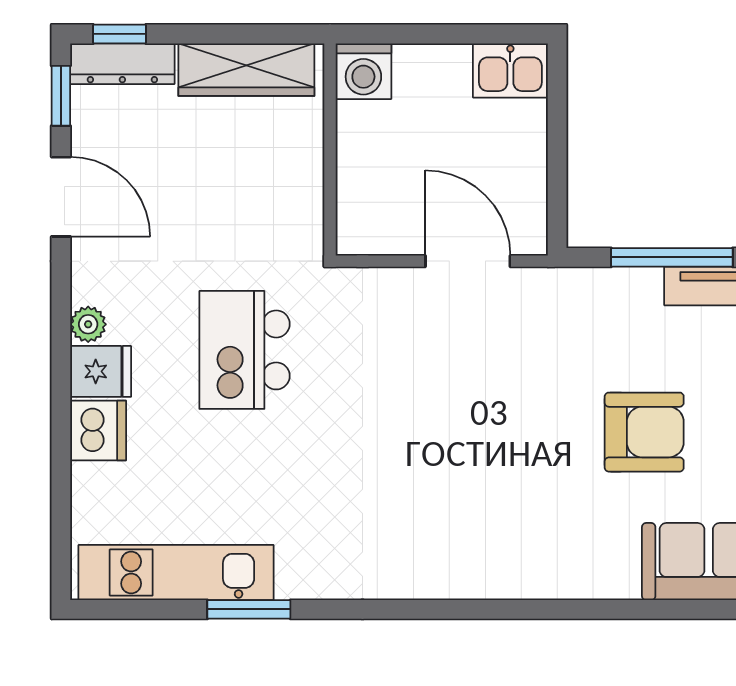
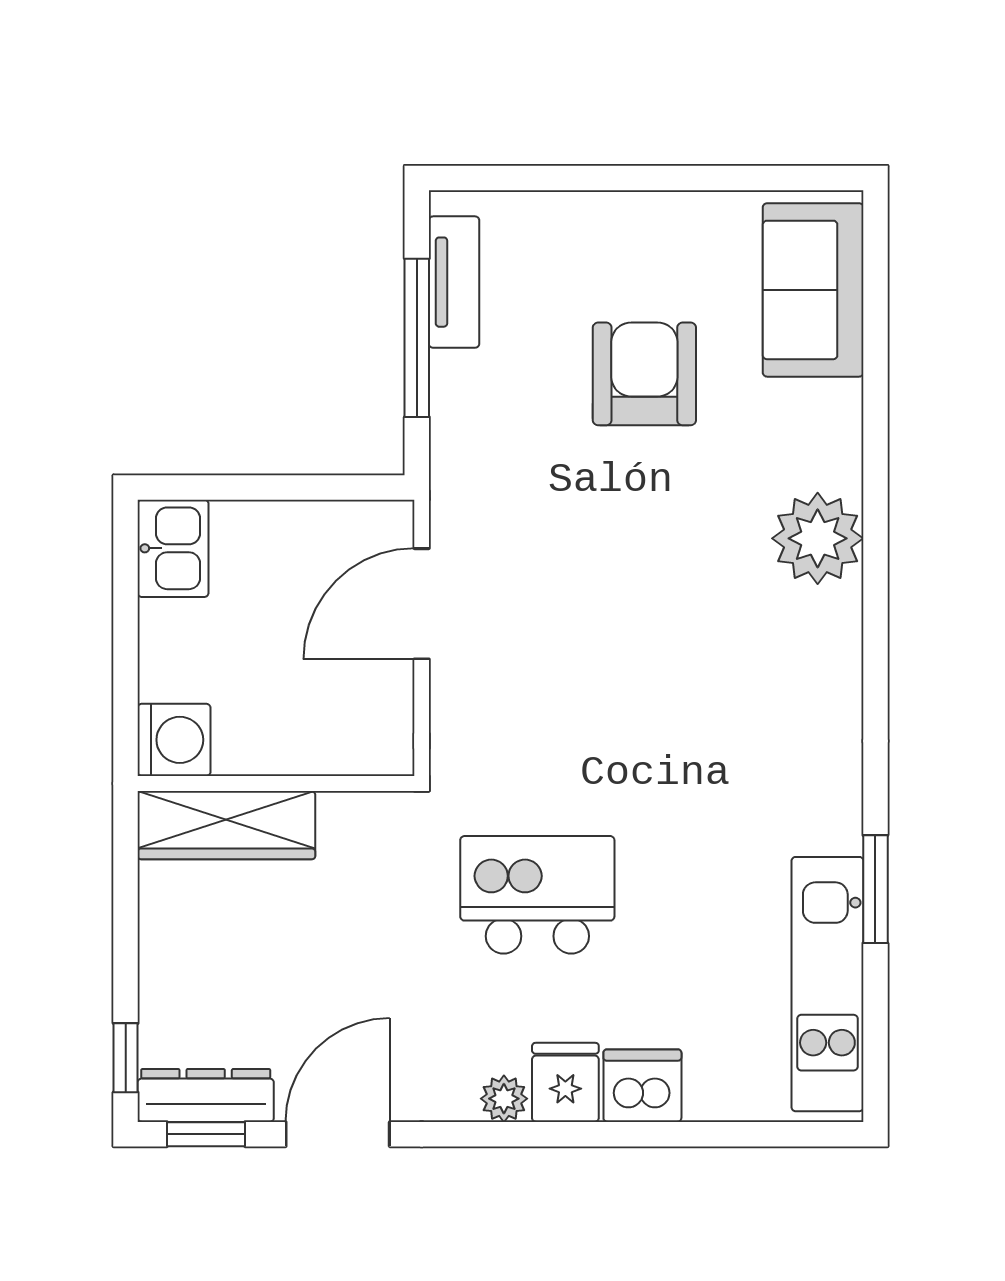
dresser: (122, 64) -> (206, 1095), moved, turned -90
wardrobe: (246, 70) -> (226, 825), moved, turned 90
kitchen island: (245, 350) -> (537, 895), turned 180
plant: (518, 565) -> (818, 538), added

